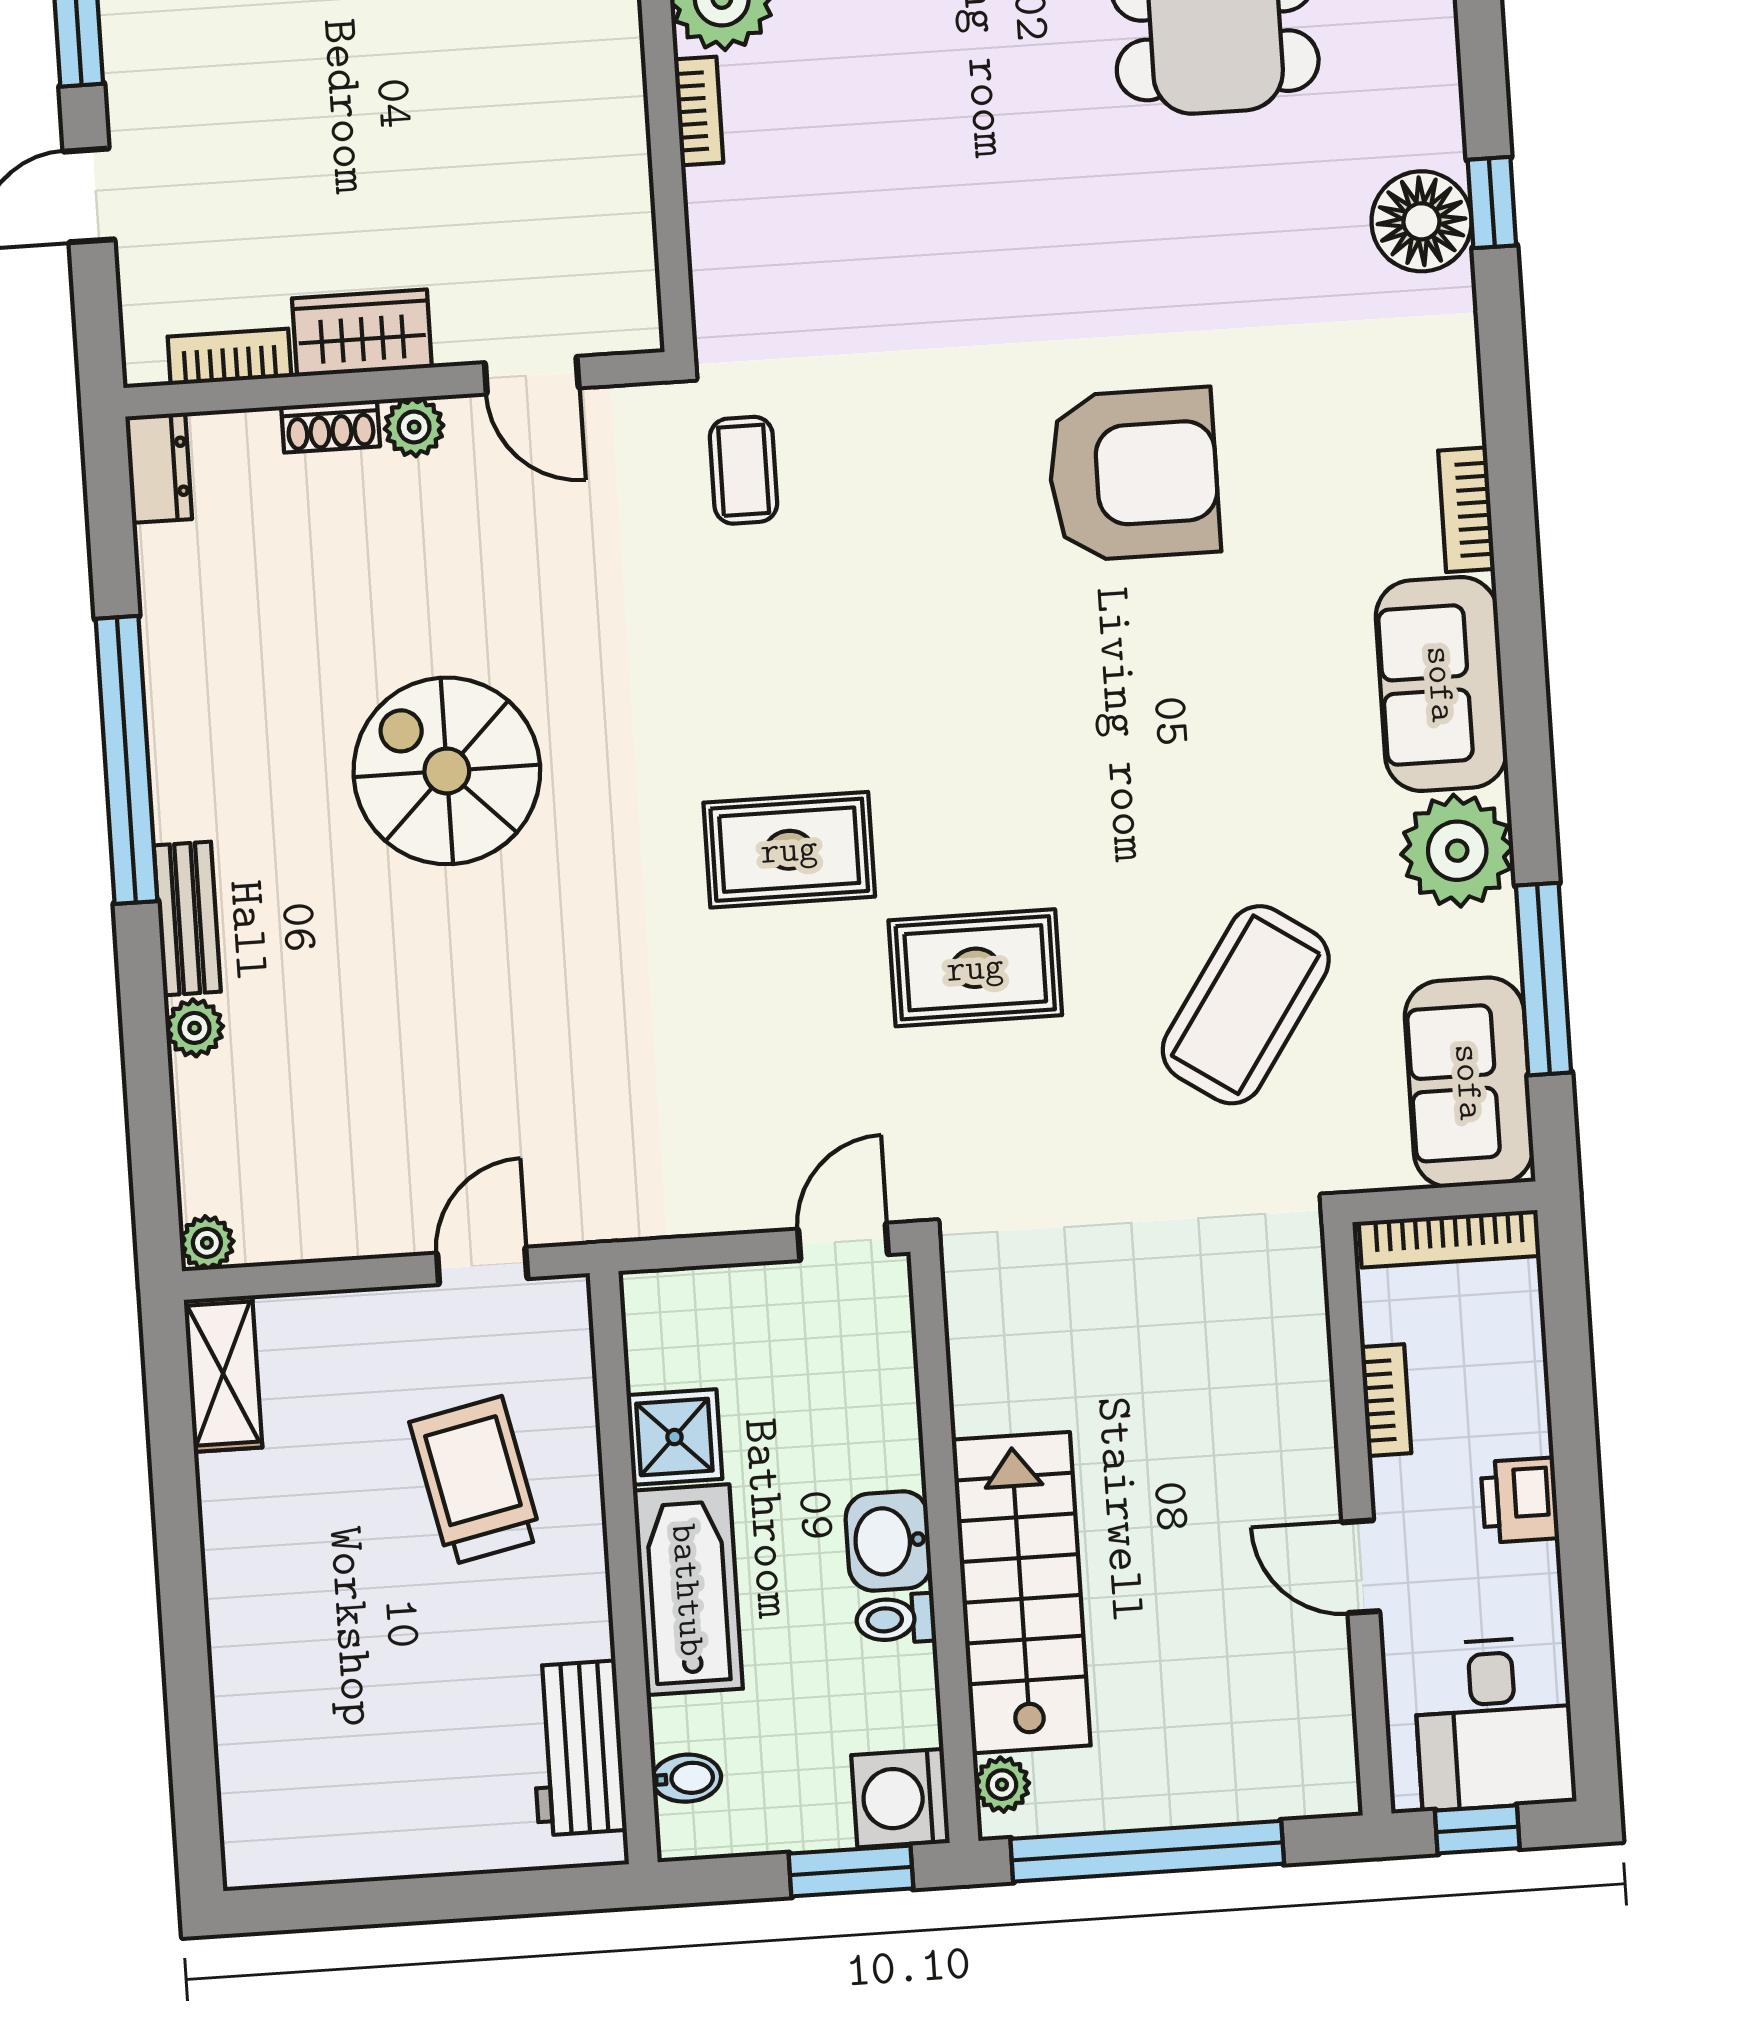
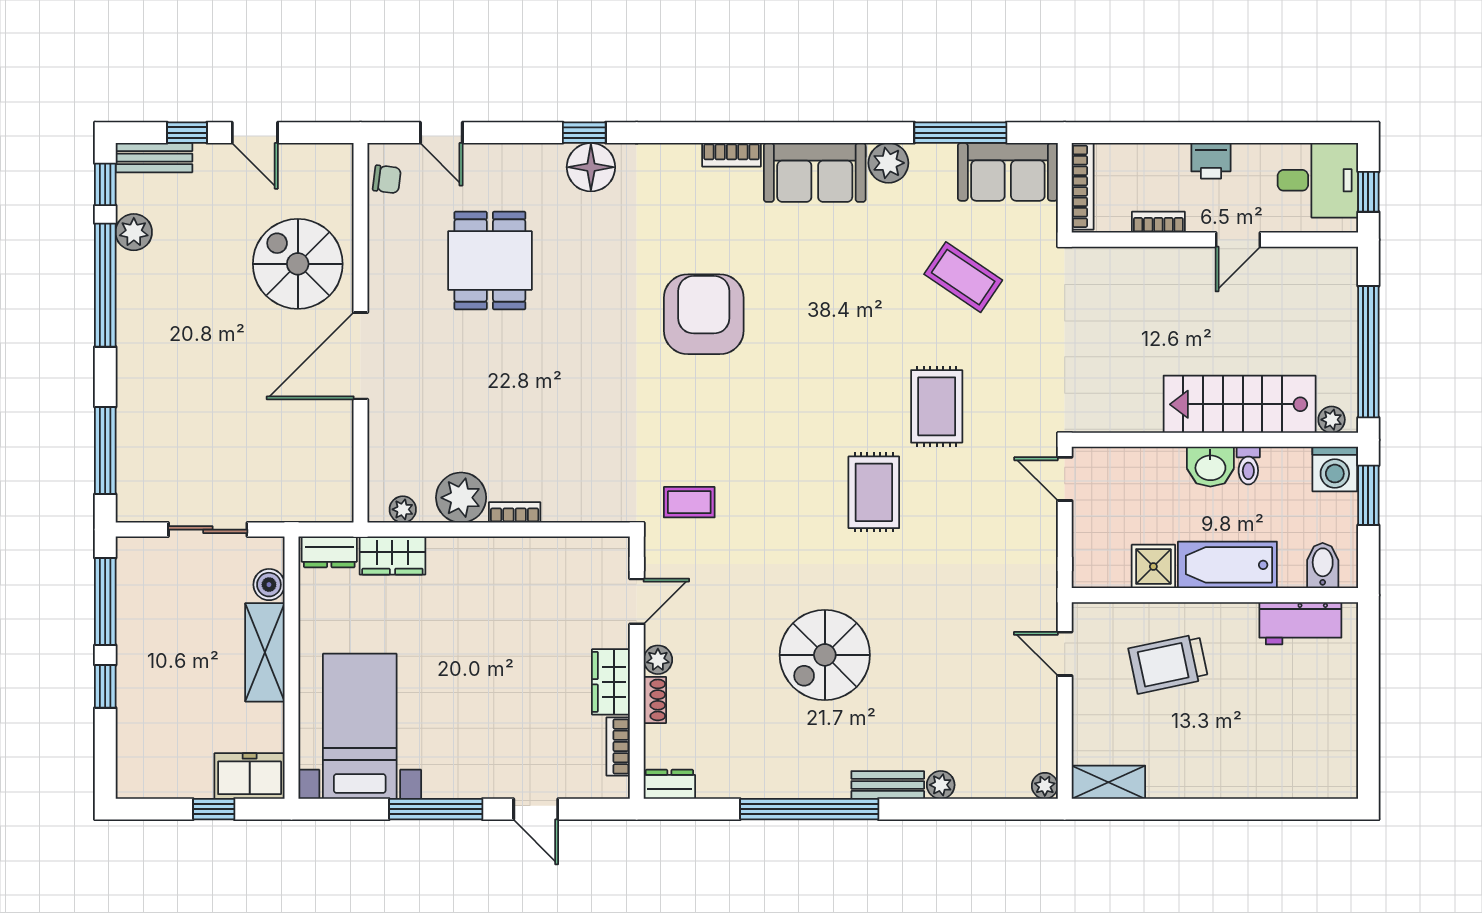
plant: (1457, 851) -> (888, 163), width x0.73, depth x0.73
coffee table: (1246, 1005) -> (963, 277), width x0.73, depth x0.76
bidet: (687, 1778) -> (1323, 566), width x1.38, depth x1.36

